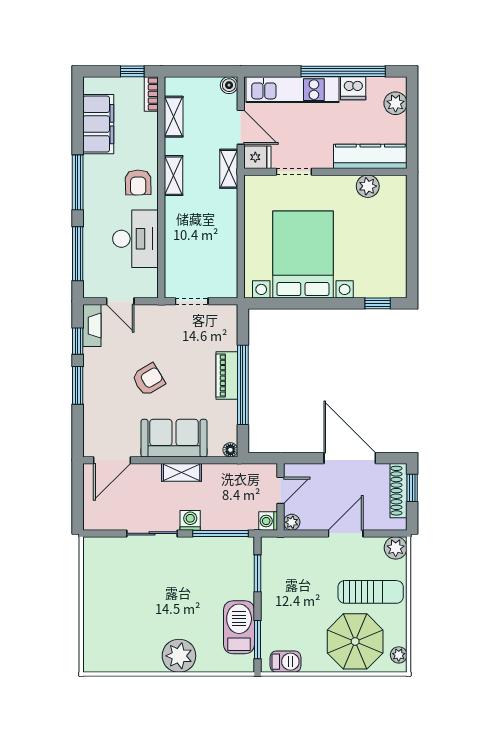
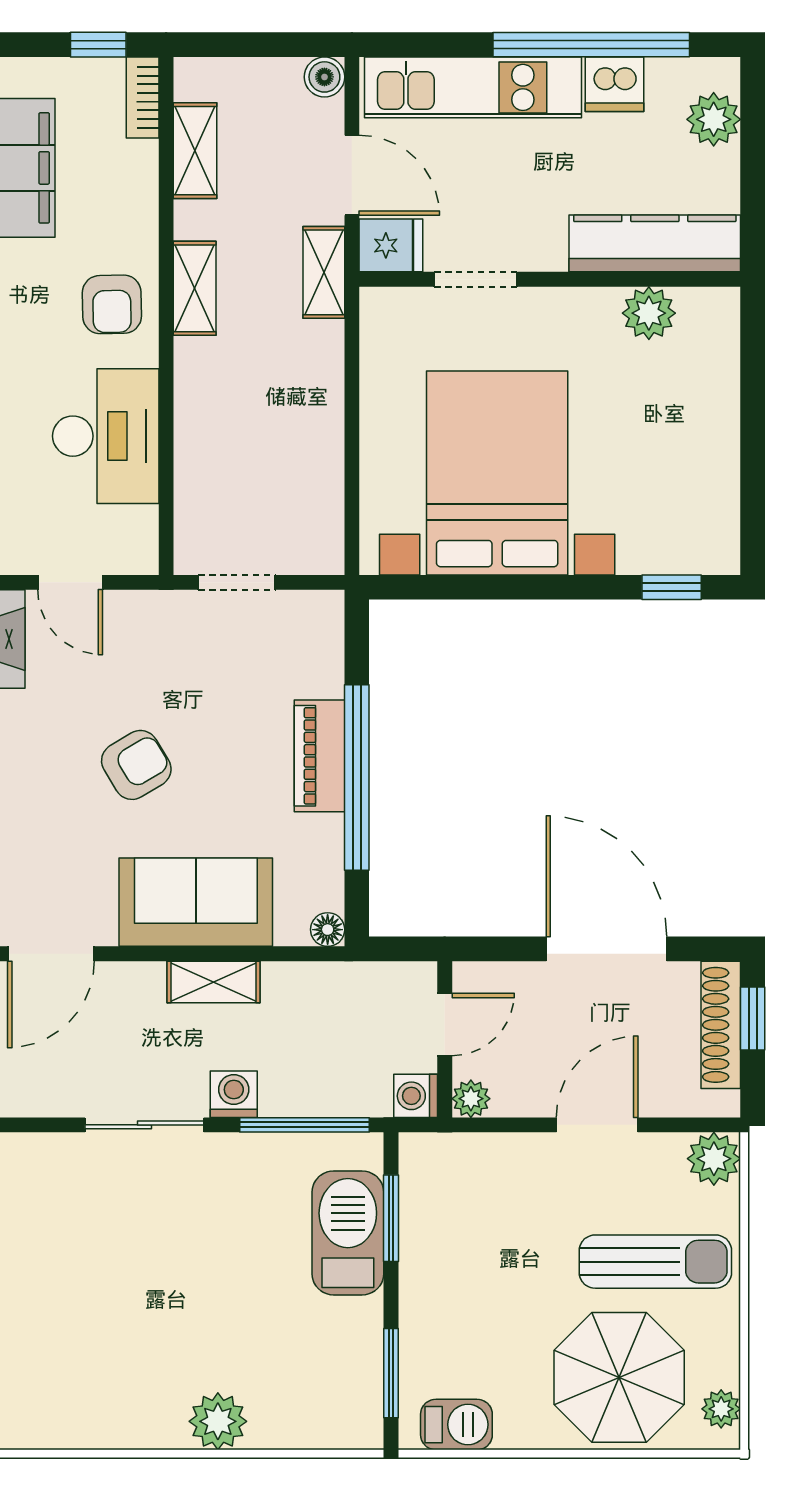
barbecue: (239, 627) -> (348, 1233), moved
plant: (179, 656) -> (218, 1421), width x0.73, depth x0.73

